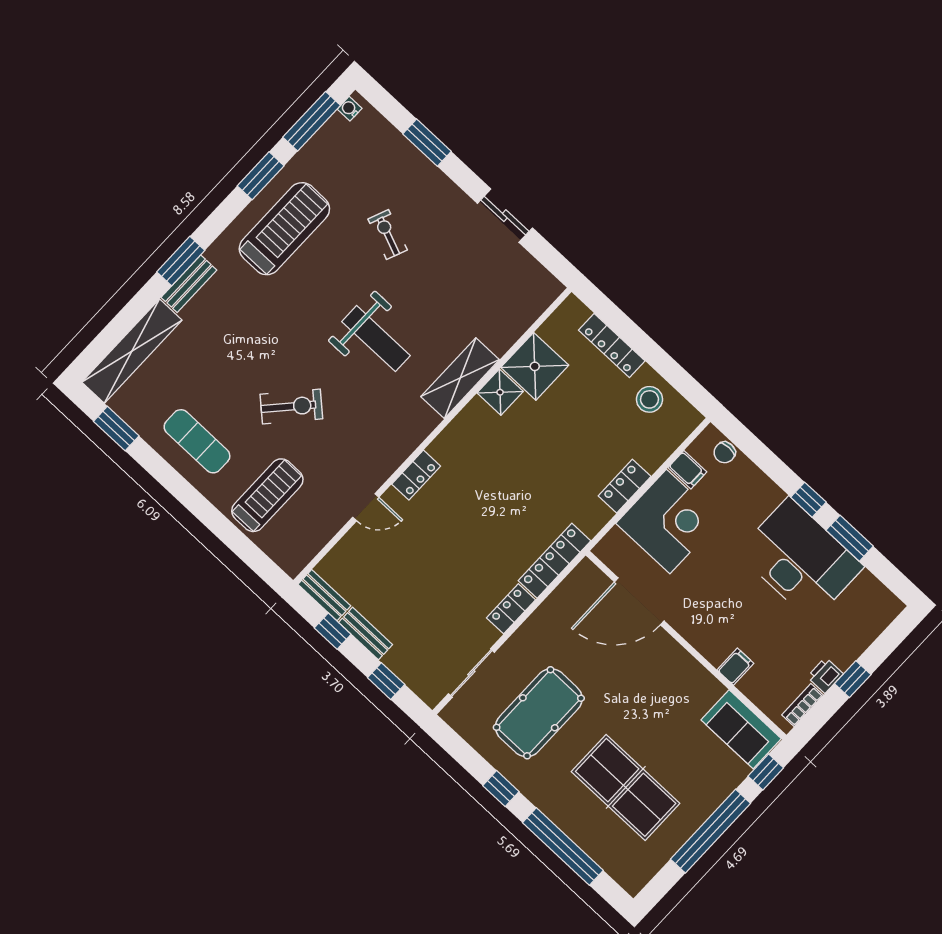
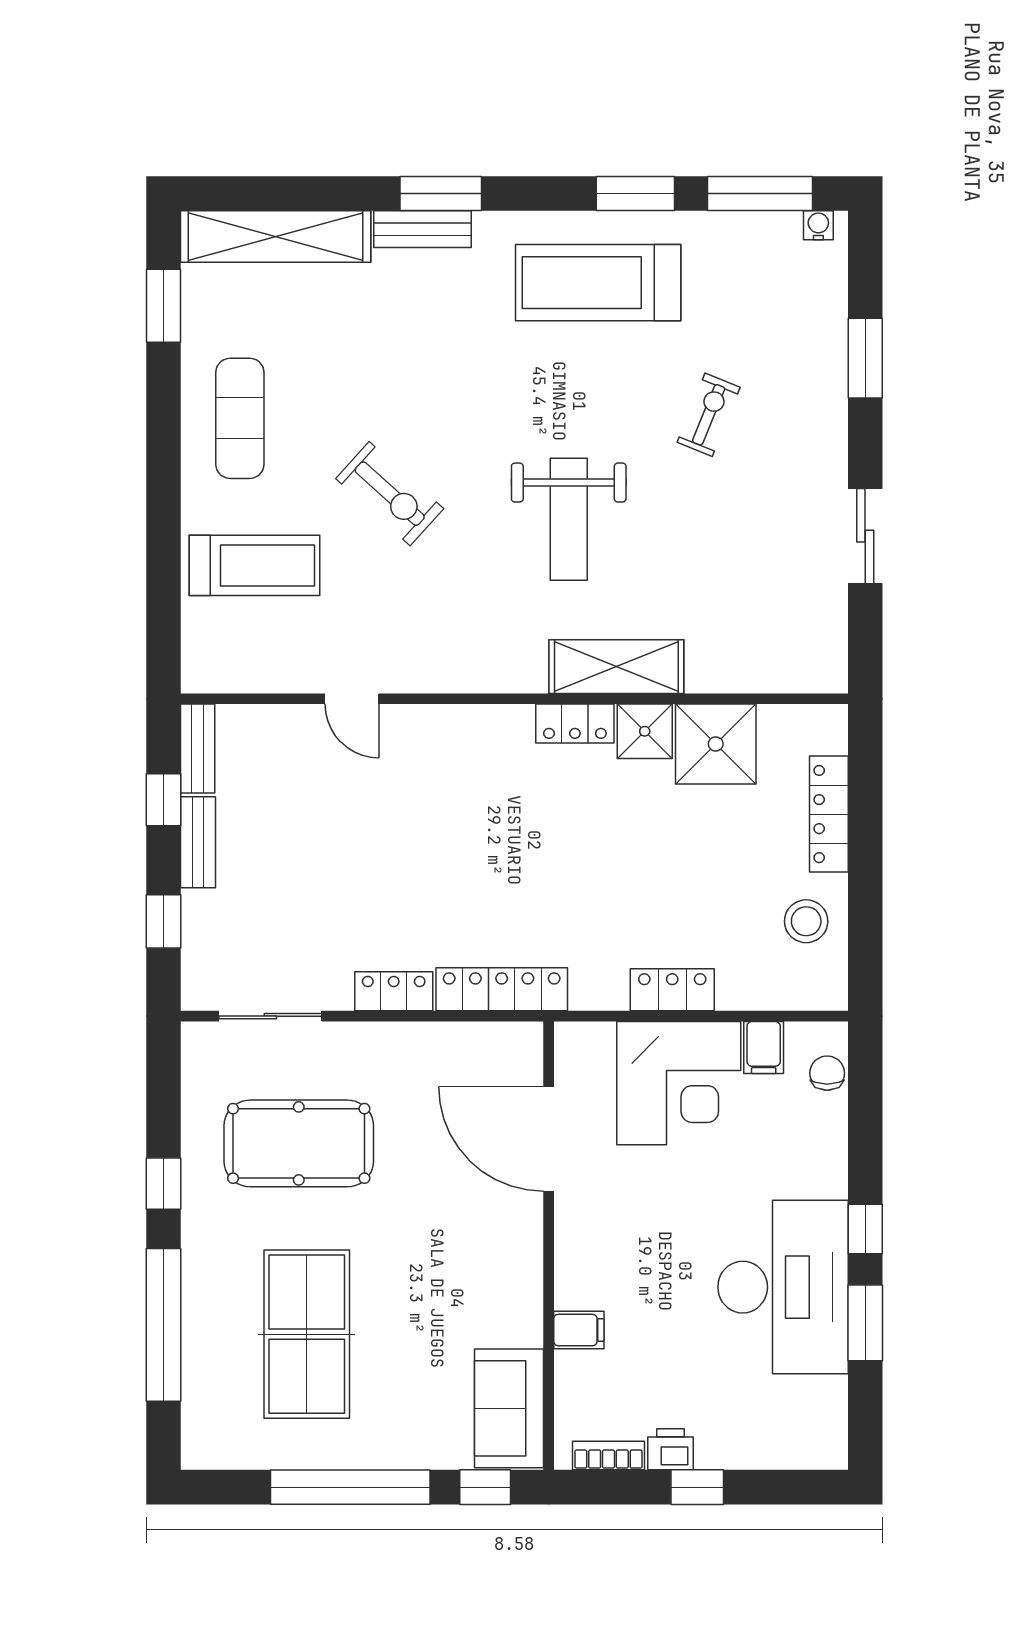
treadmill: (284, 229) -> (598, 283), turned 180
chair: (725, 452) -> (827, 1073), turned 90
locker: (416, 475) -> (575, 724), moved

